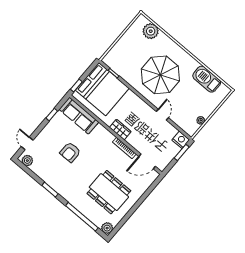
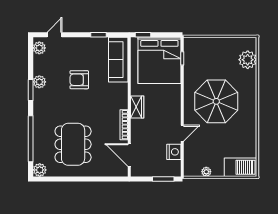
barbecue: (207, 79) -> (241, 167), moved, turned 90
nightstand: (181, 140) -> (174, 152), moved
plant: (50, 179) -> (39, 82), added

